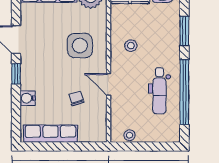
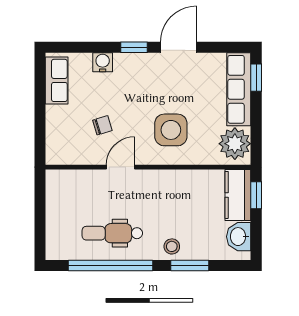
stool: (131, 46) -> (172, 246), moved
row of seats: (50, 134) -> (57, 80), width x0.68
stool: (130, 135) -> (55, 194), removed

